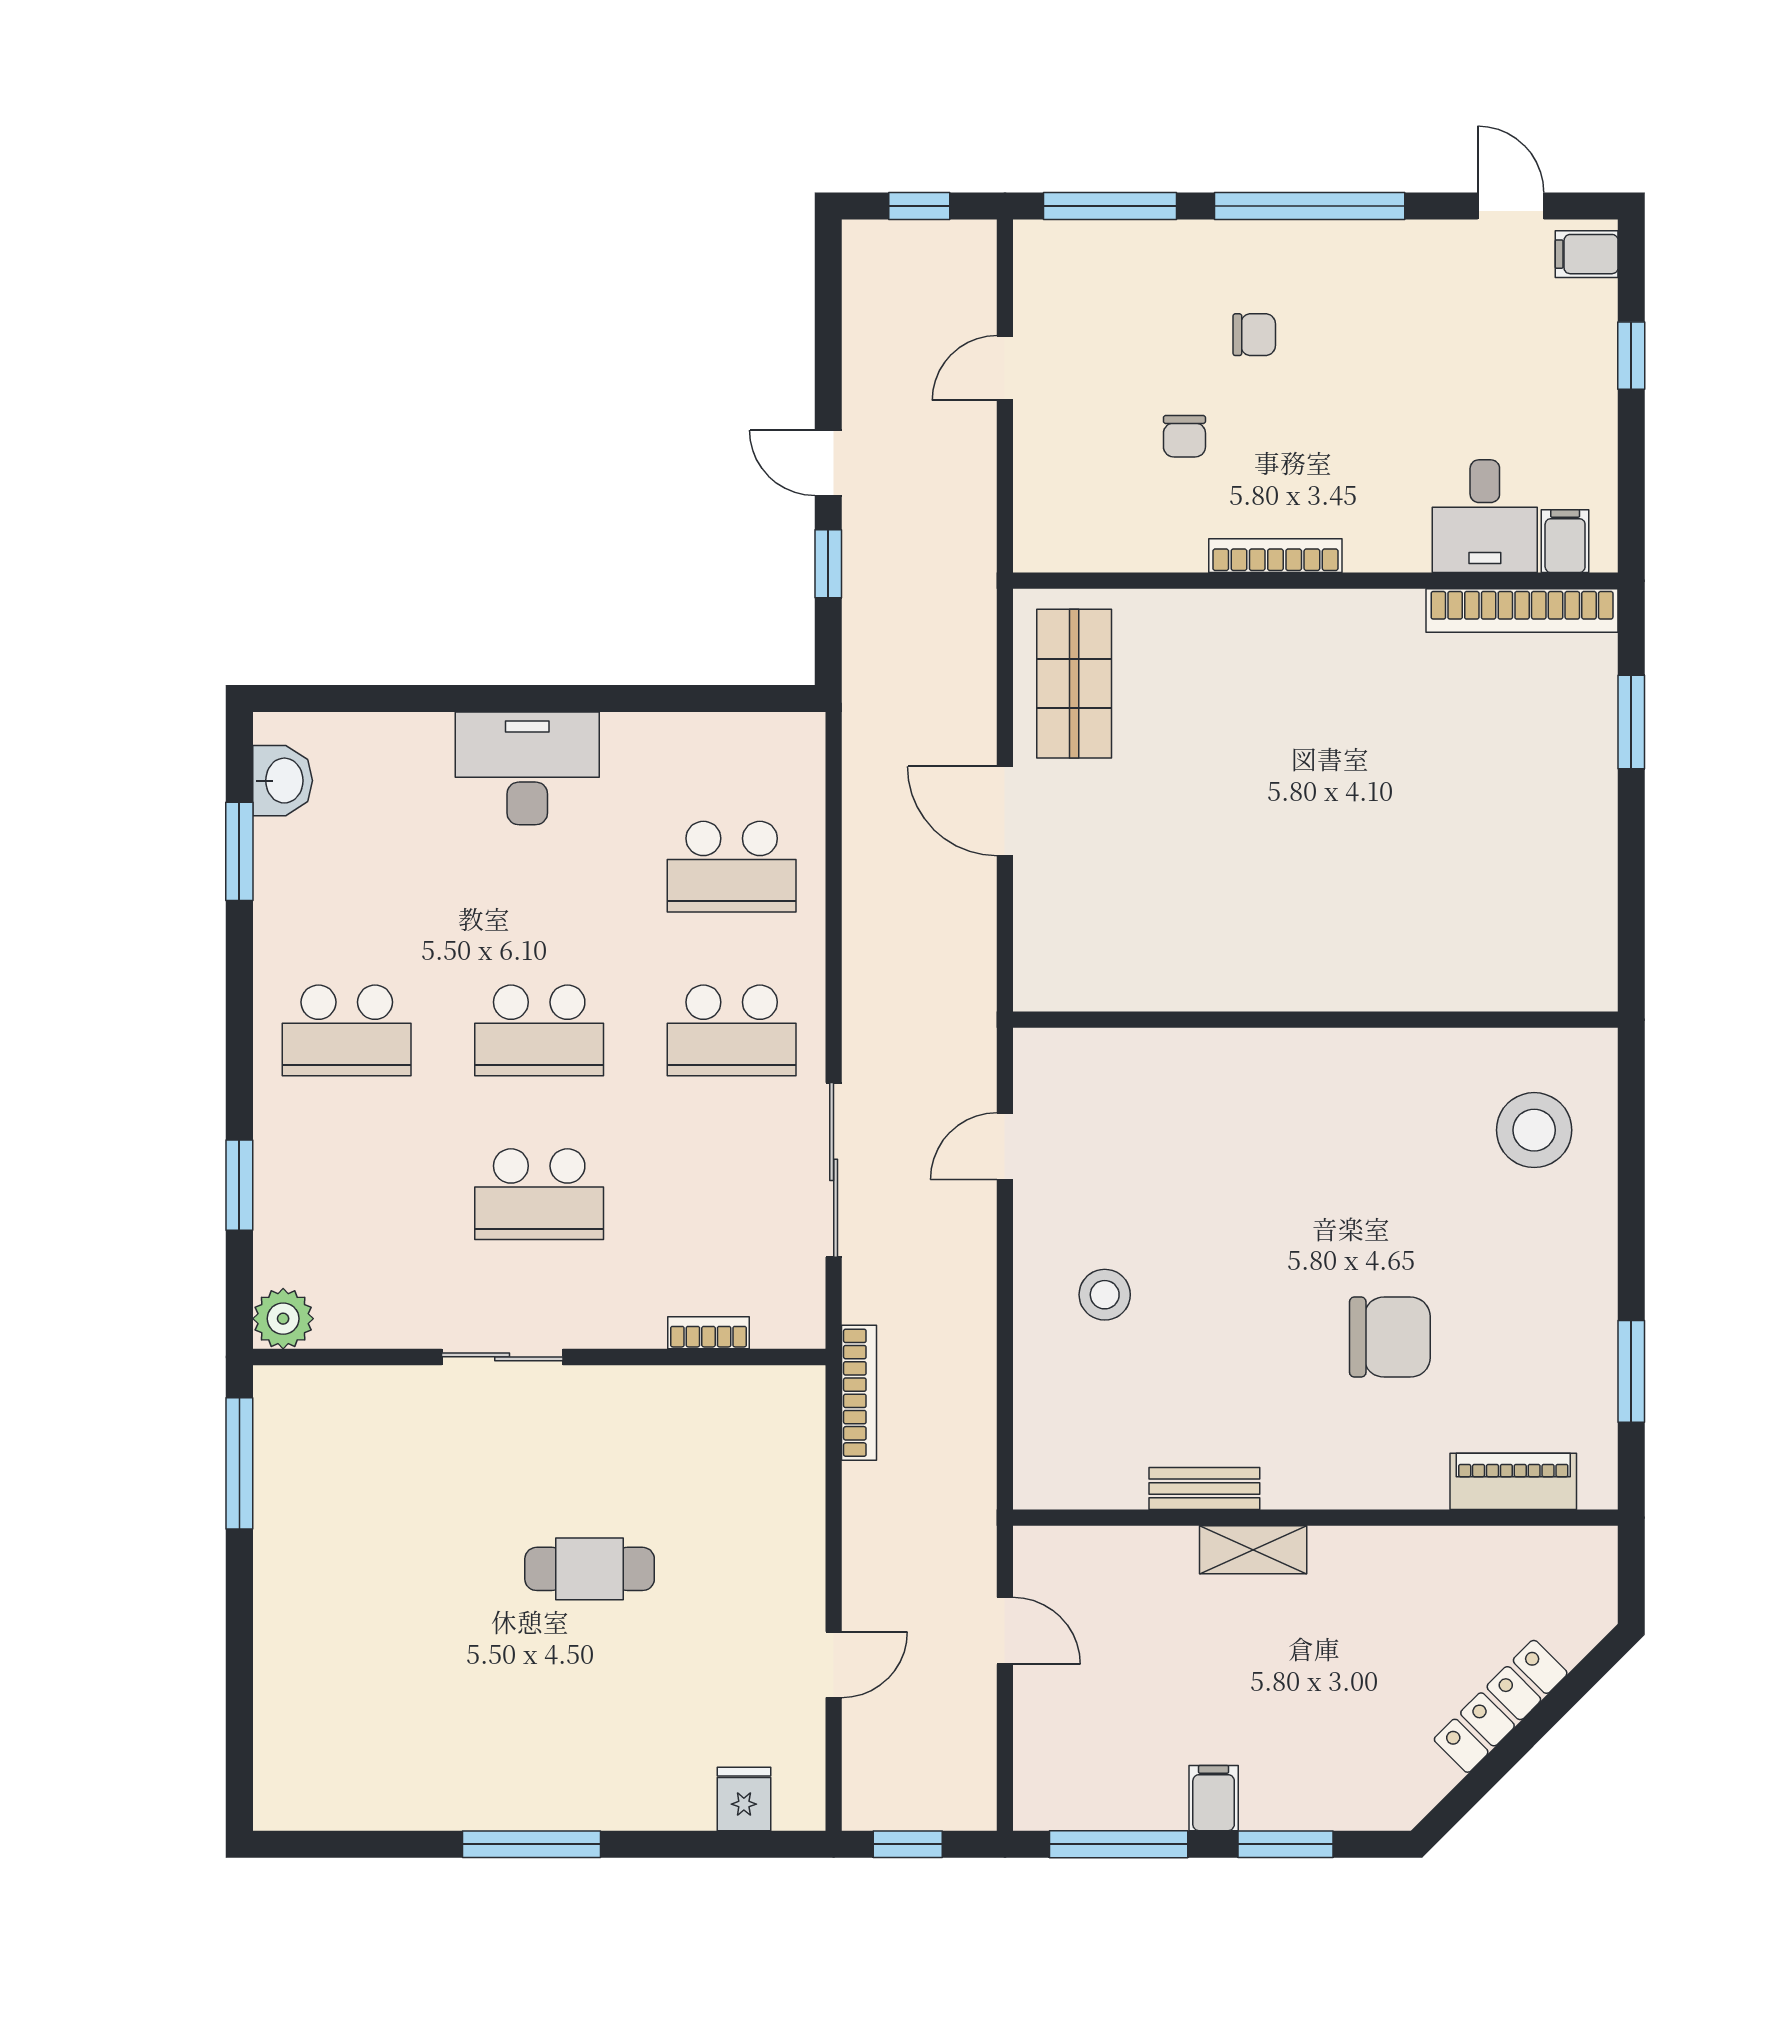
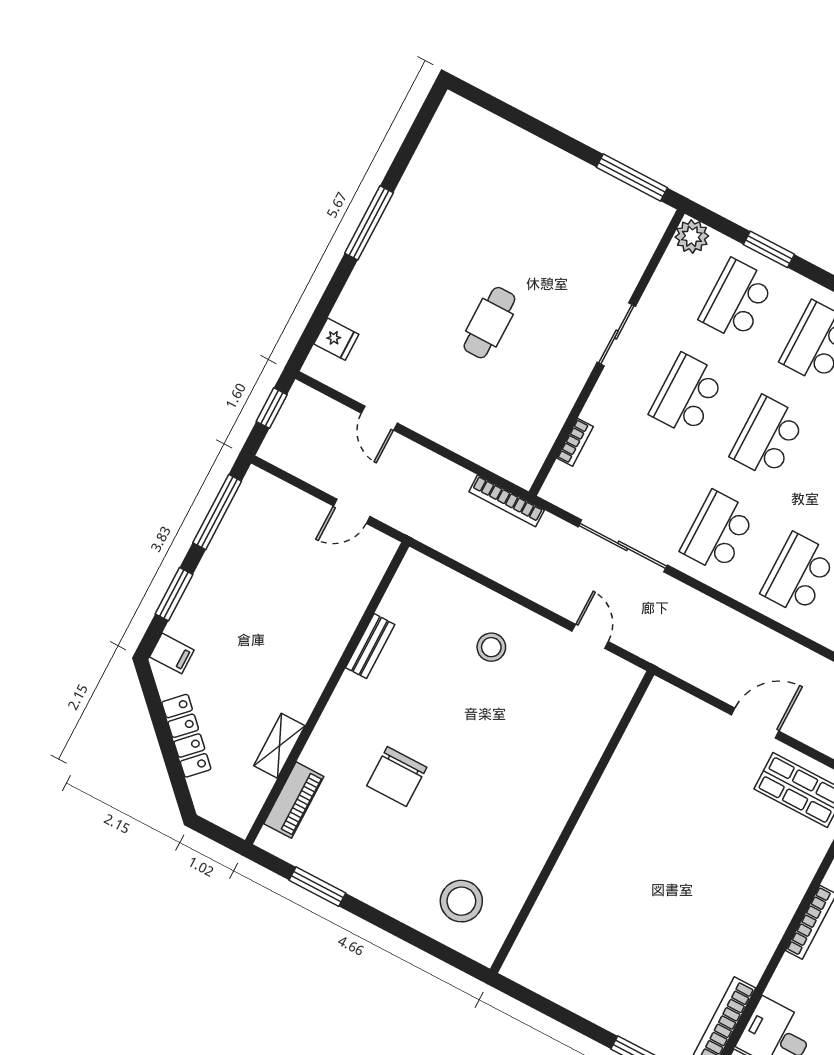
school desk: (347, 1194) -> (737, 300), added
shelving: (1253, 1550) -> (279, 746), moved
filing cabinet: (1214, 1798) -> (172, 653), moved

